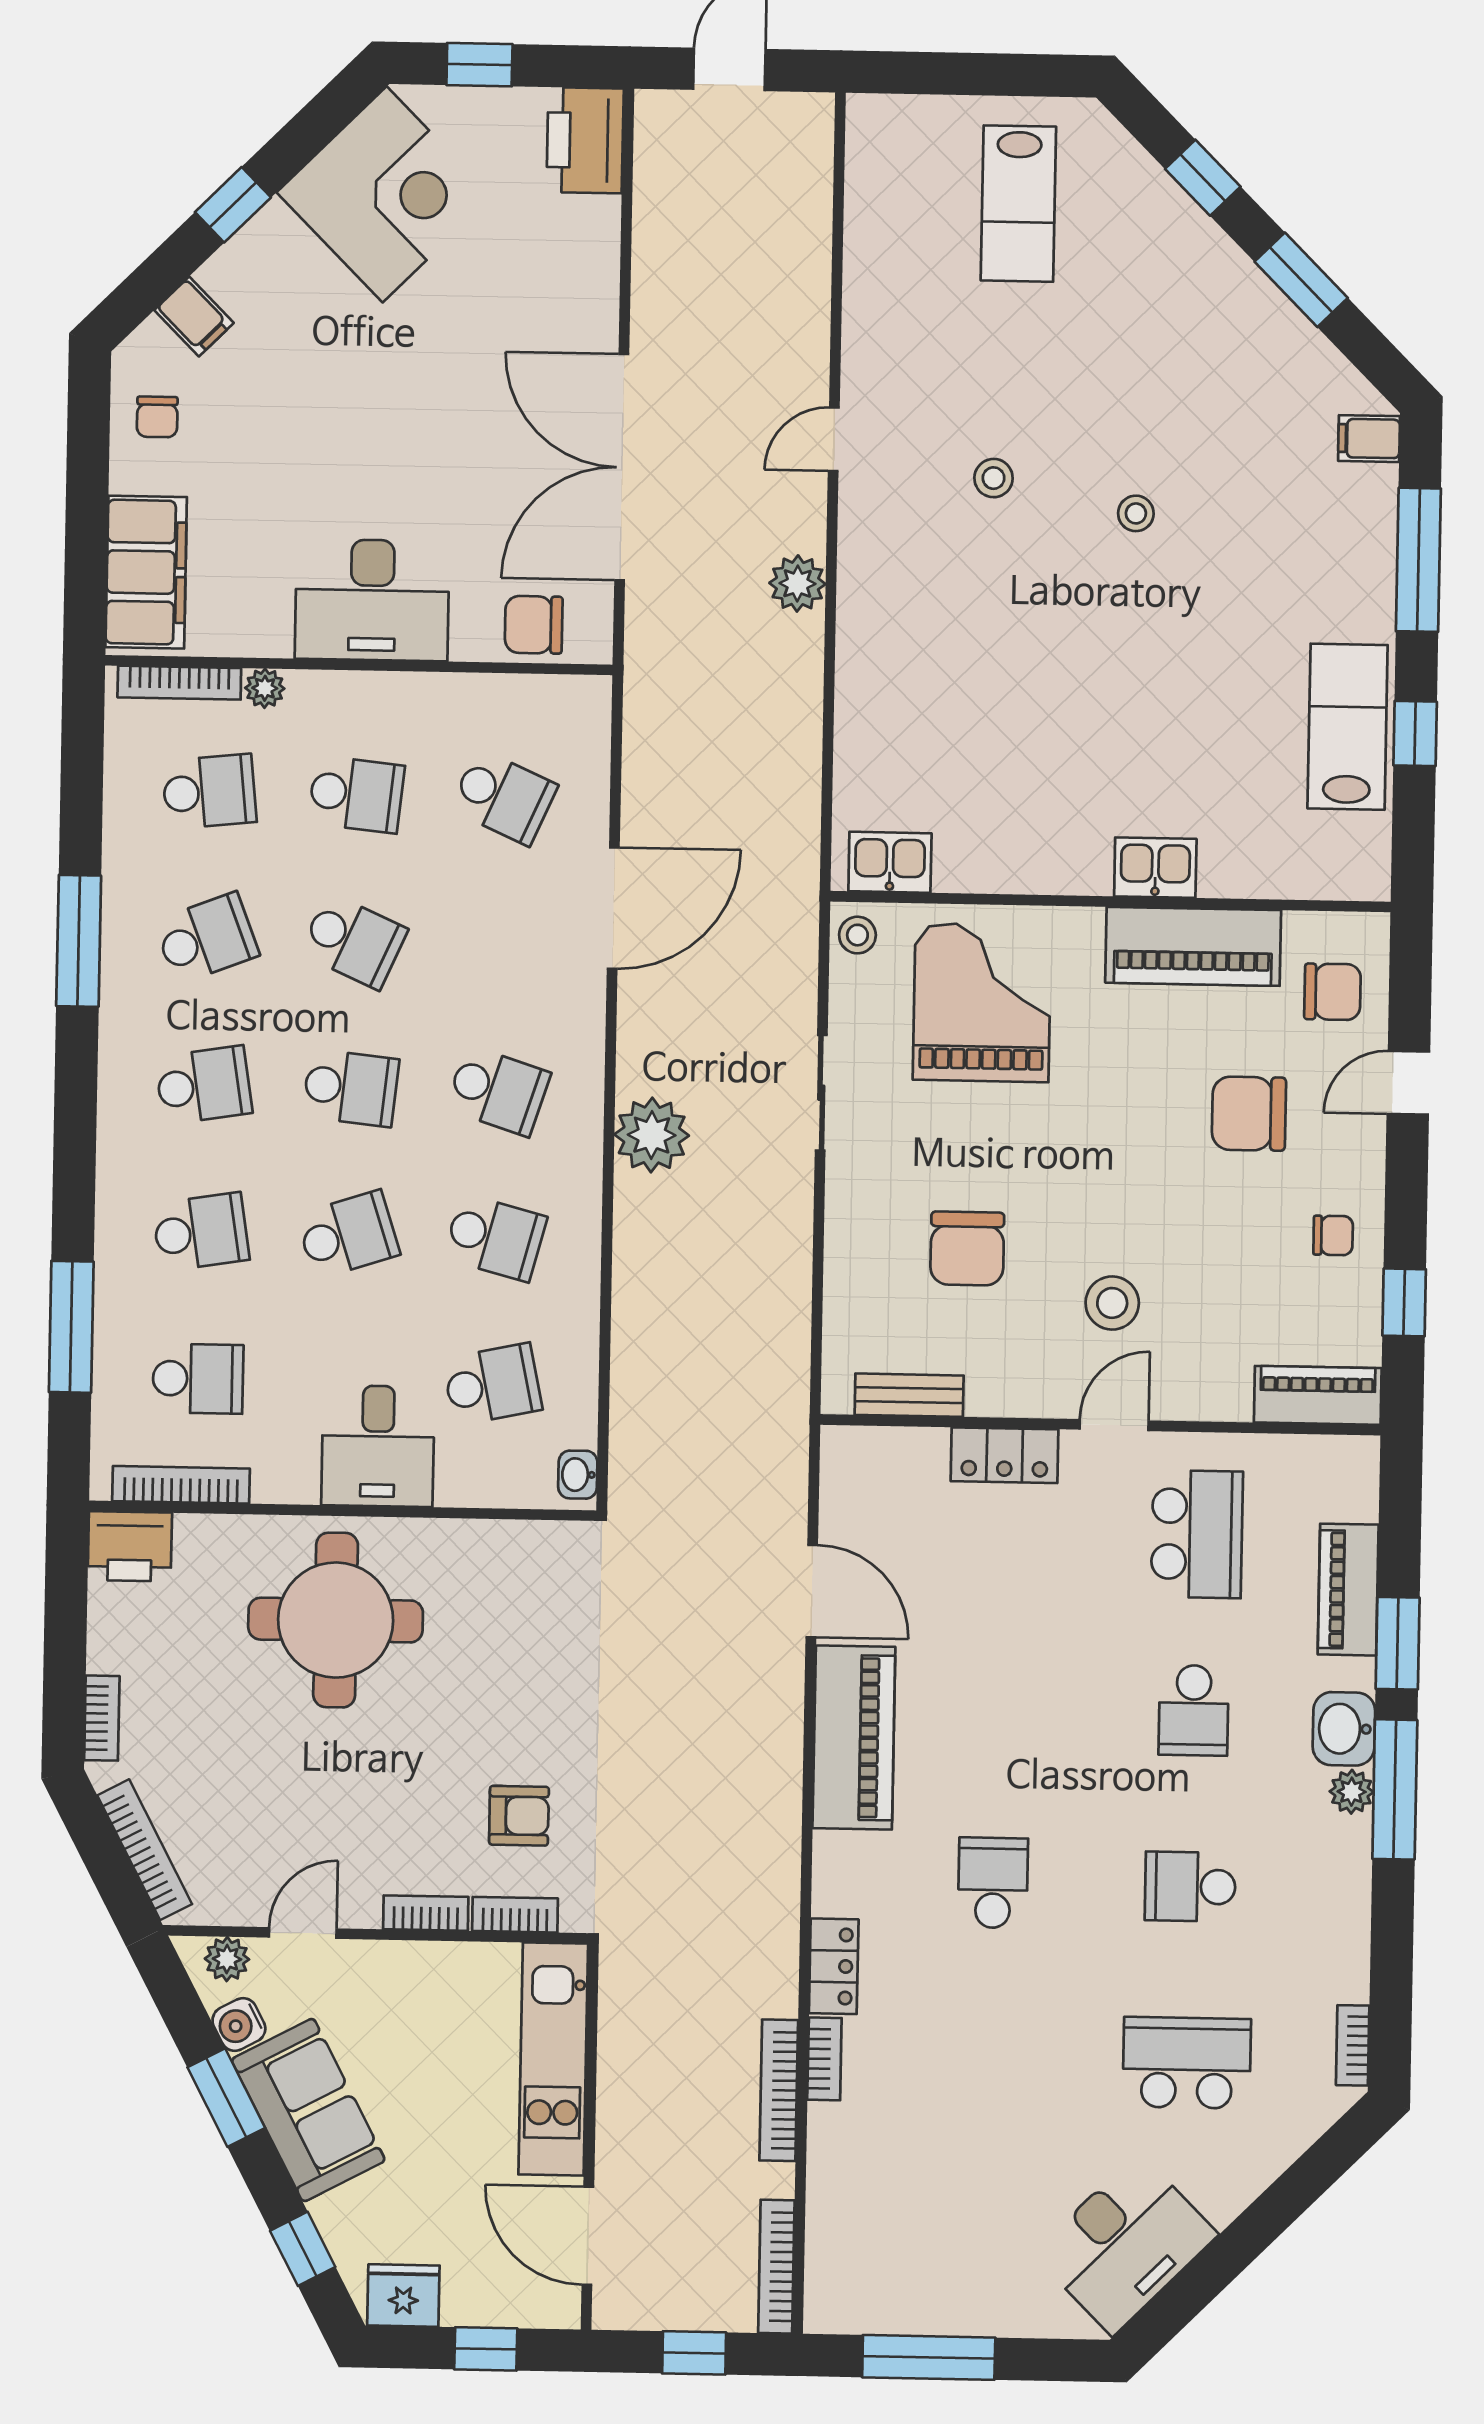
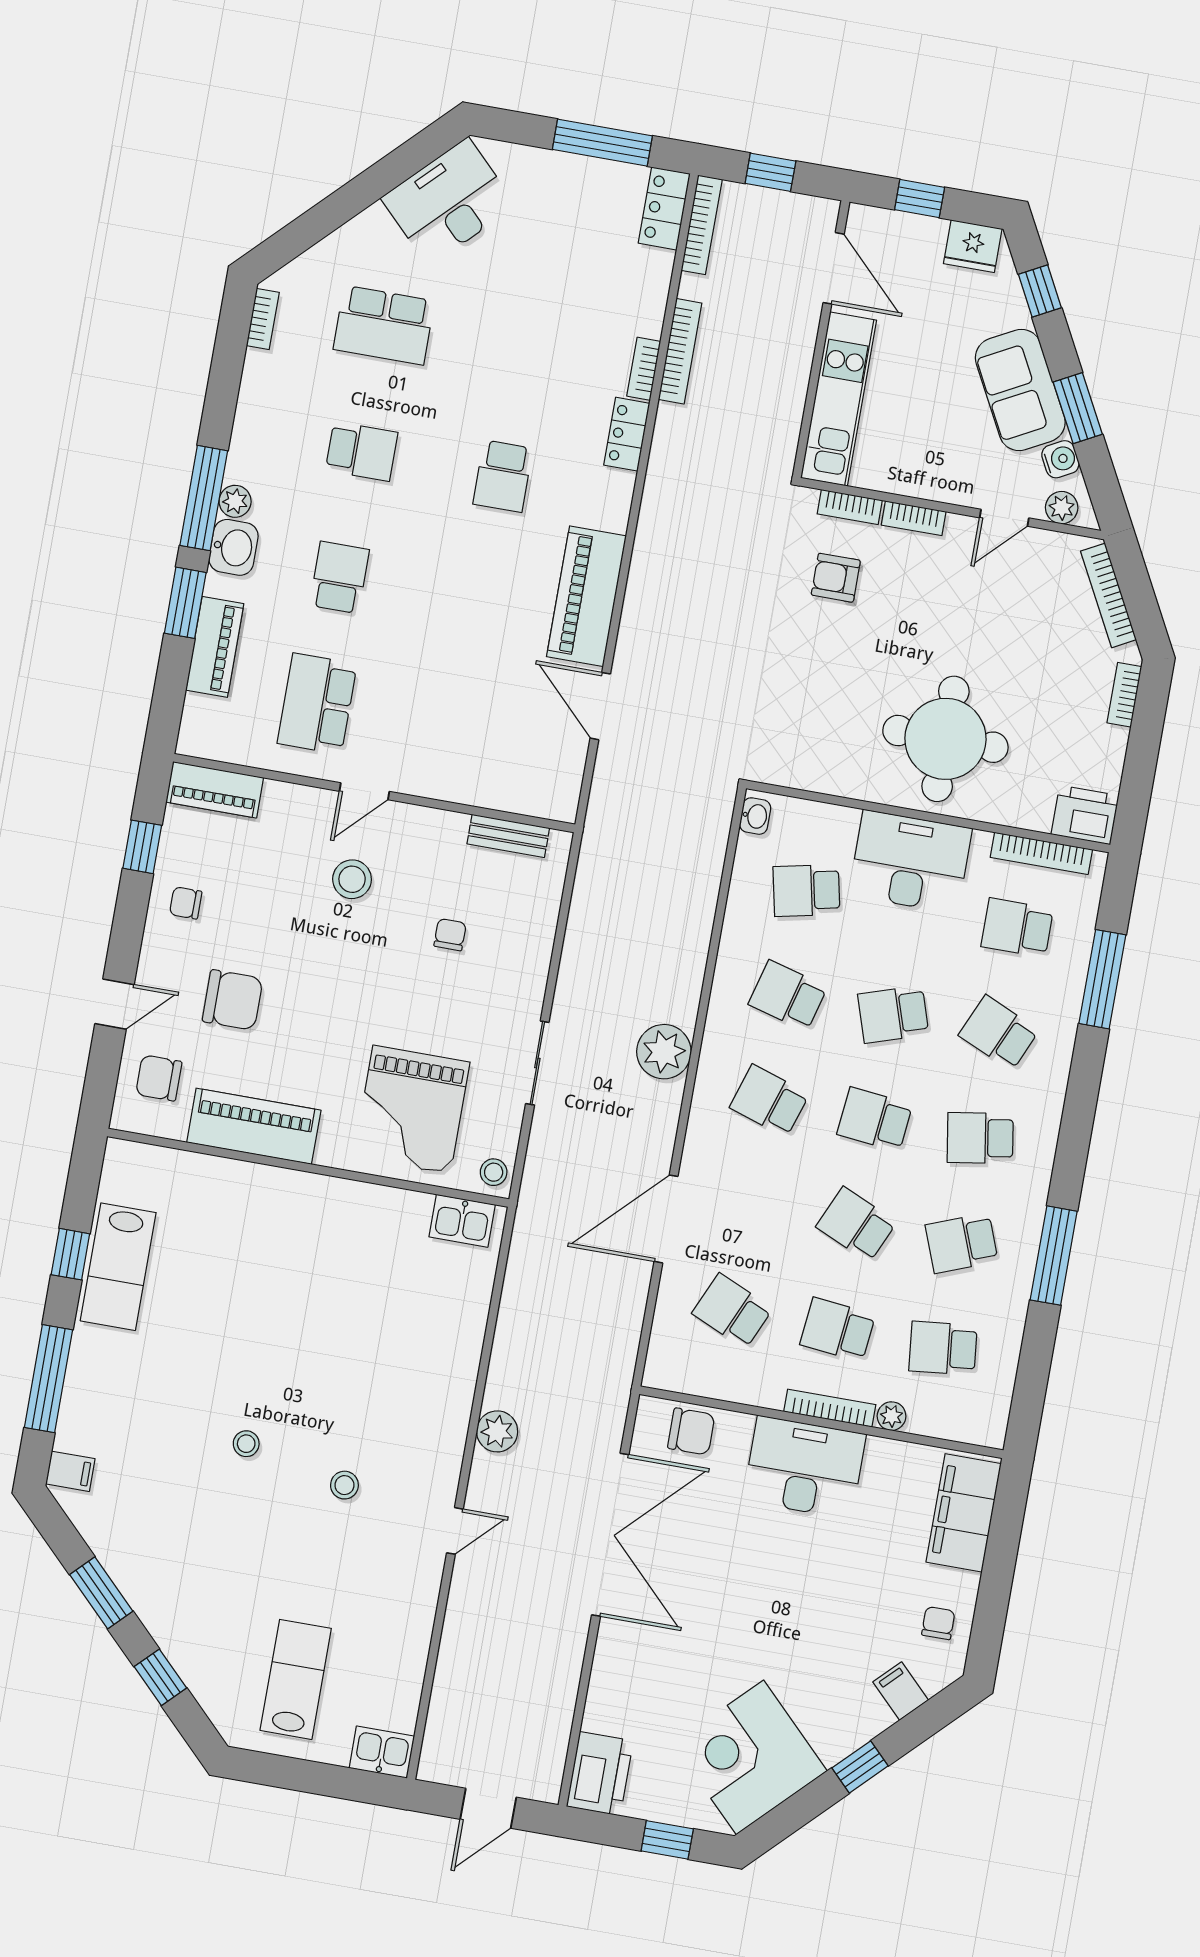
bookcase: (179, 683) -> (830, 1408), moved
kitchen sink: (1155, 868) -> (382, 1752), moved, turned 180
school desk: (201, 1232) -> (999, 1033), turned 33
chair: (967, 1249) -> (450, 935), width x0.54, depth x0.54
desk: (378, 1446) -> (910, 862), width x1.37
locker: (1005, 1455) -> (664, 208), moved, turned -90

